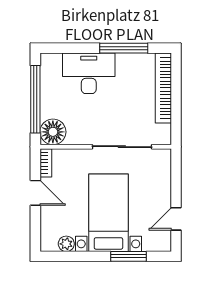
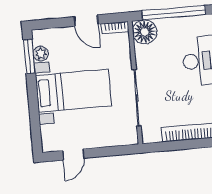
door: (35, 193) -> (86, 20), hinge flipped
door: (176, 219) -> (73, 154), swing flipped
window: (129, 256) -> (29, 56), moved

